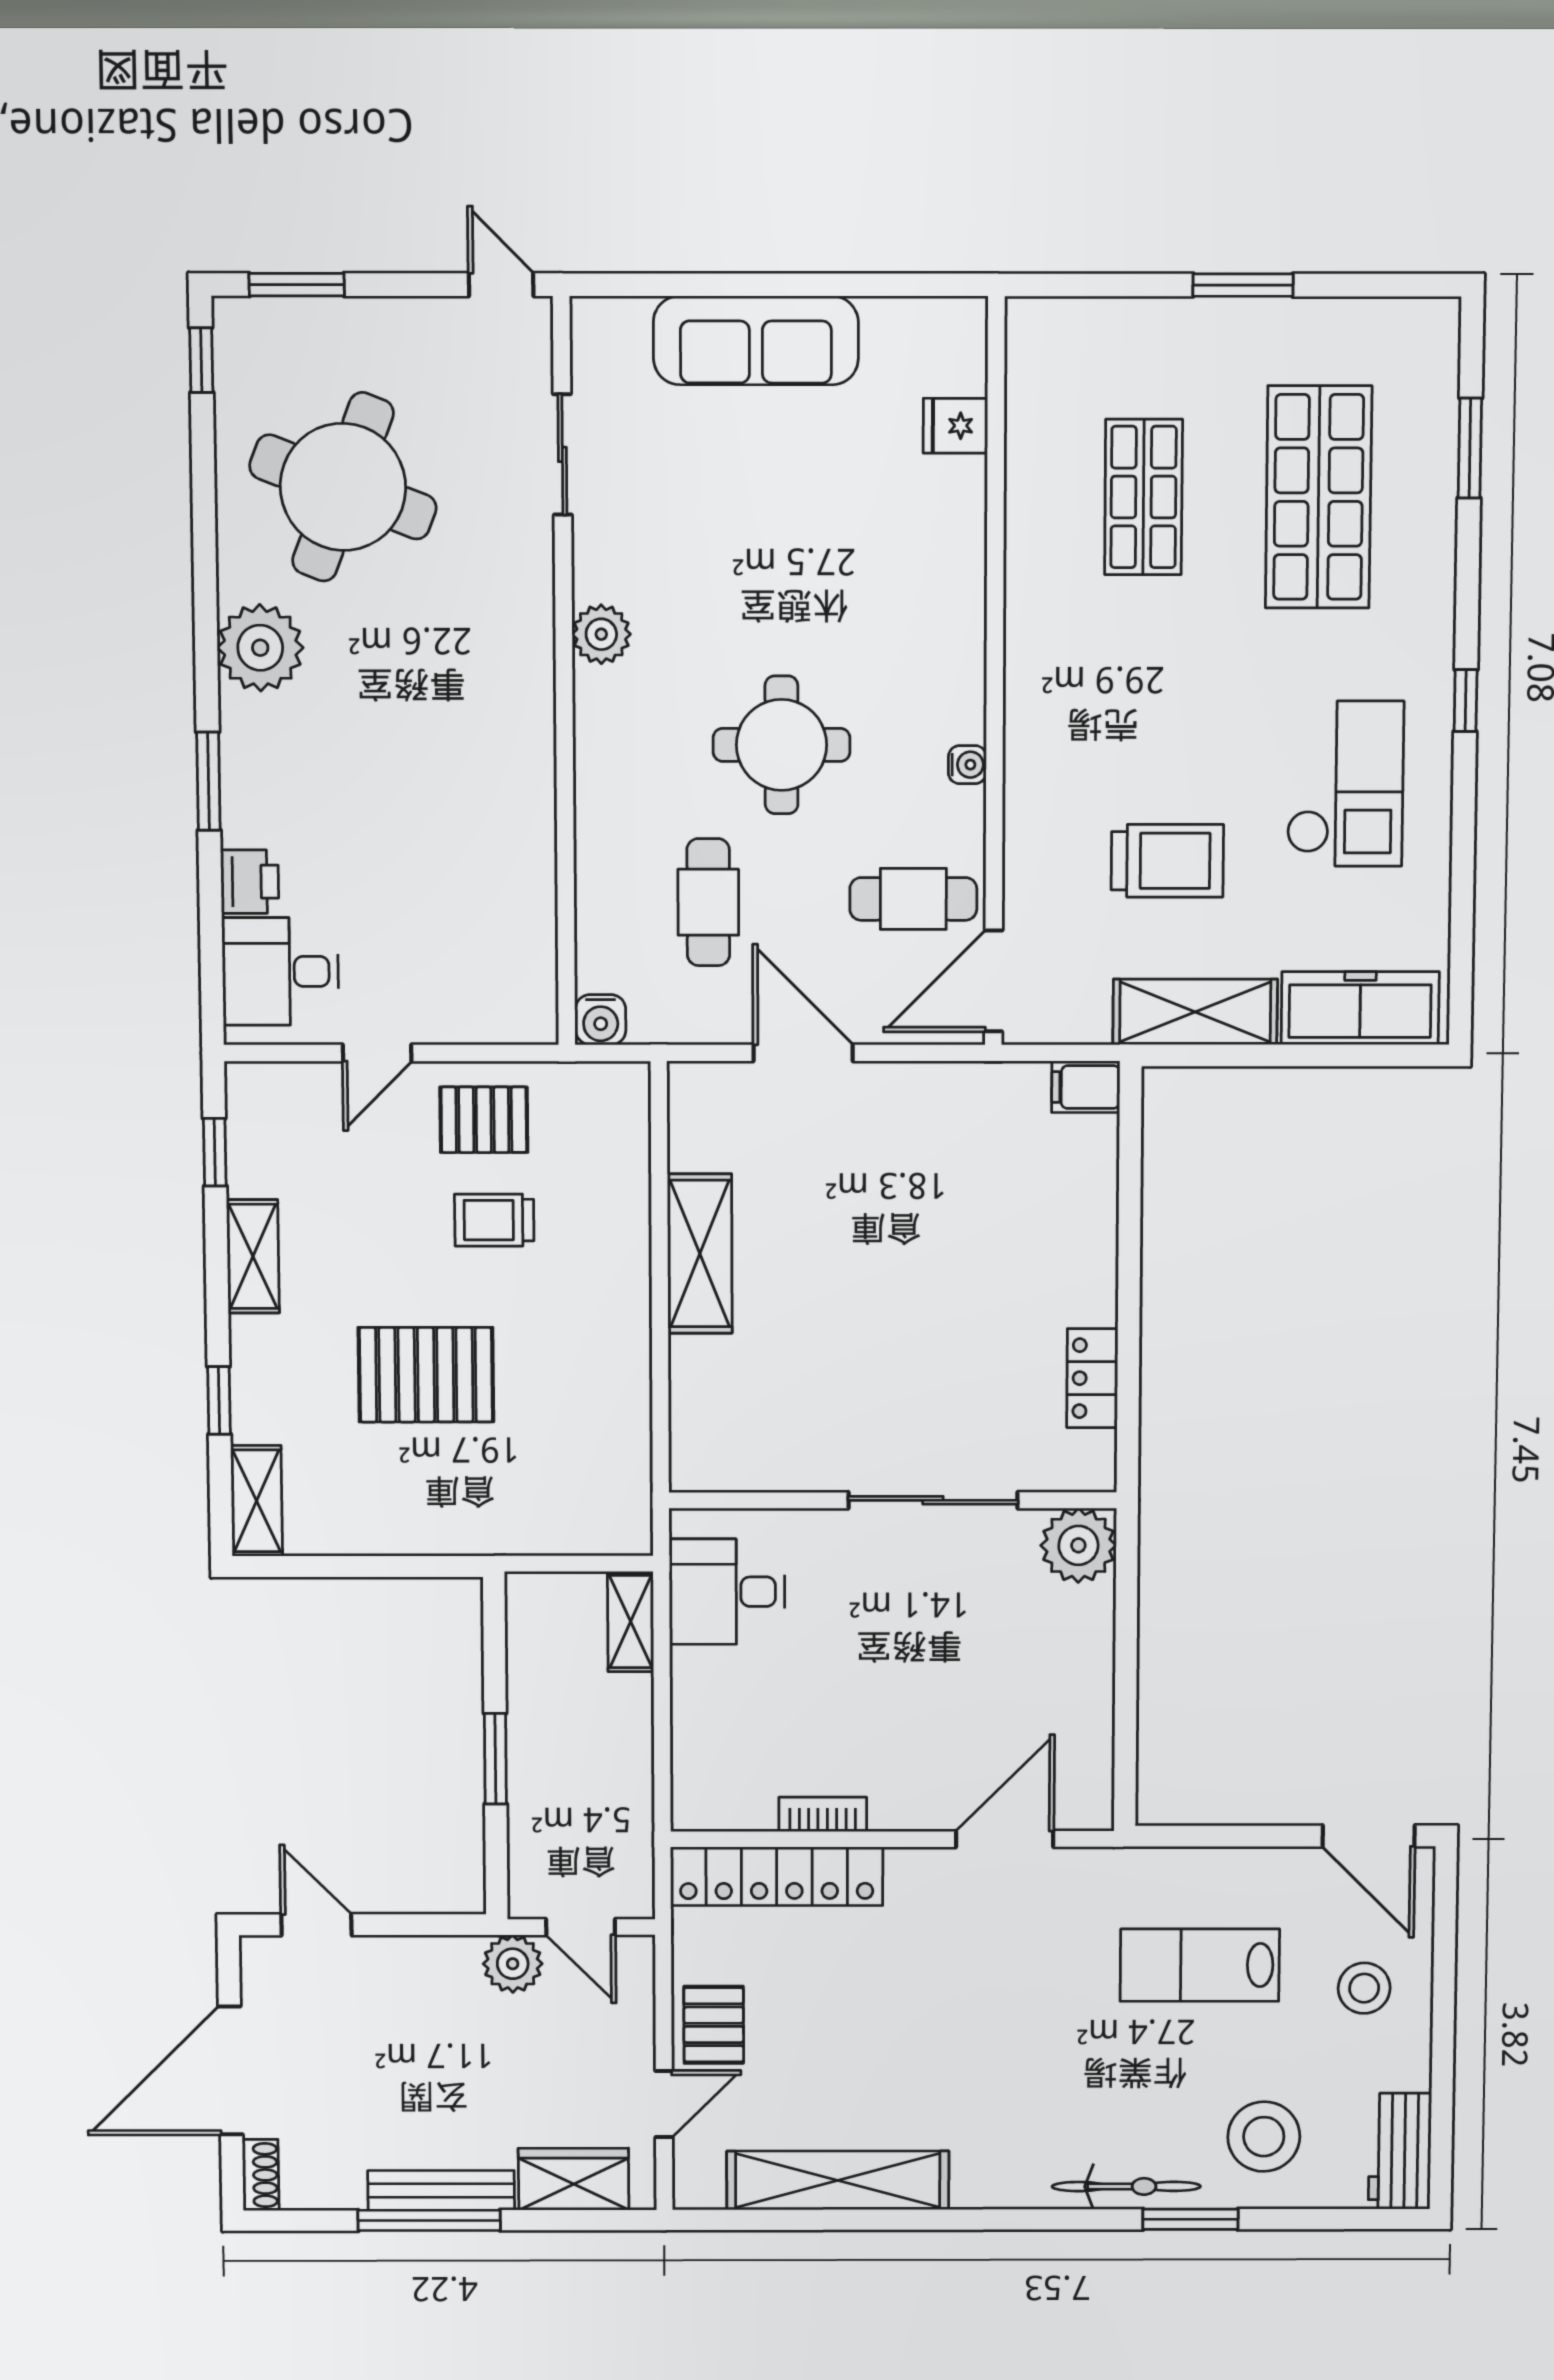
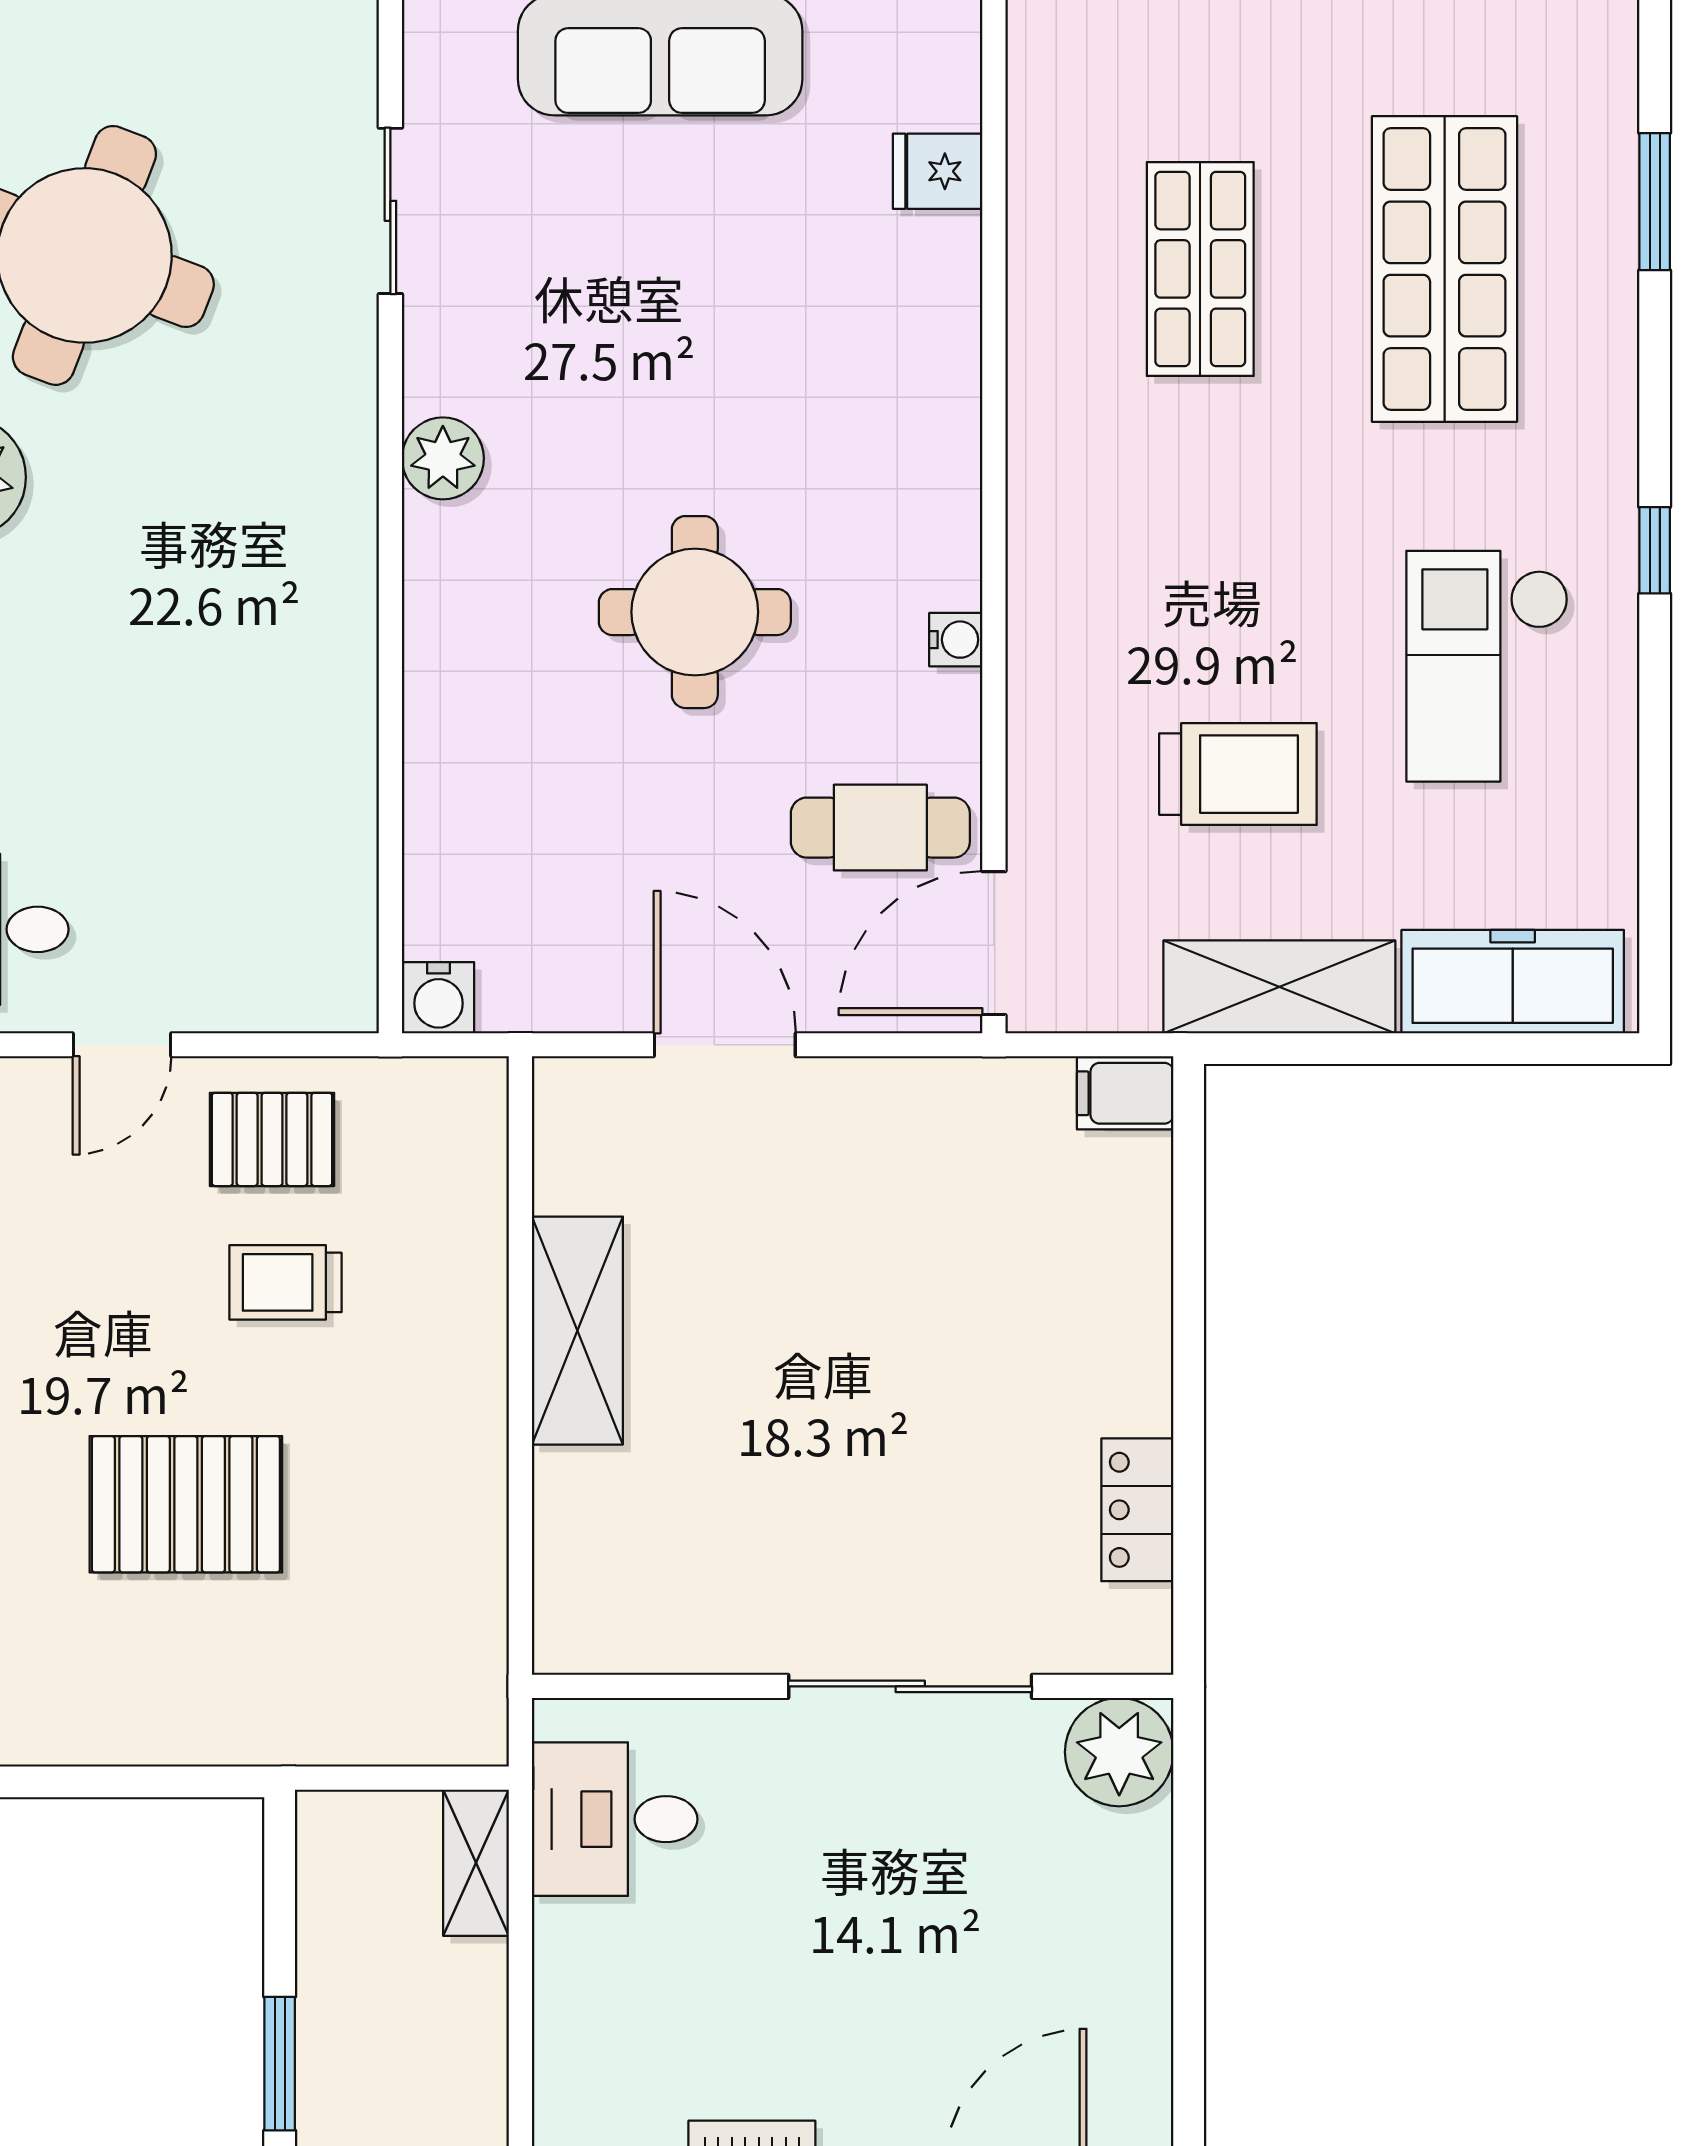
checkout: (1345, 784) -> (1487, 666), turned 180
cafe table: (708, 902) -> (591, 832), removed

